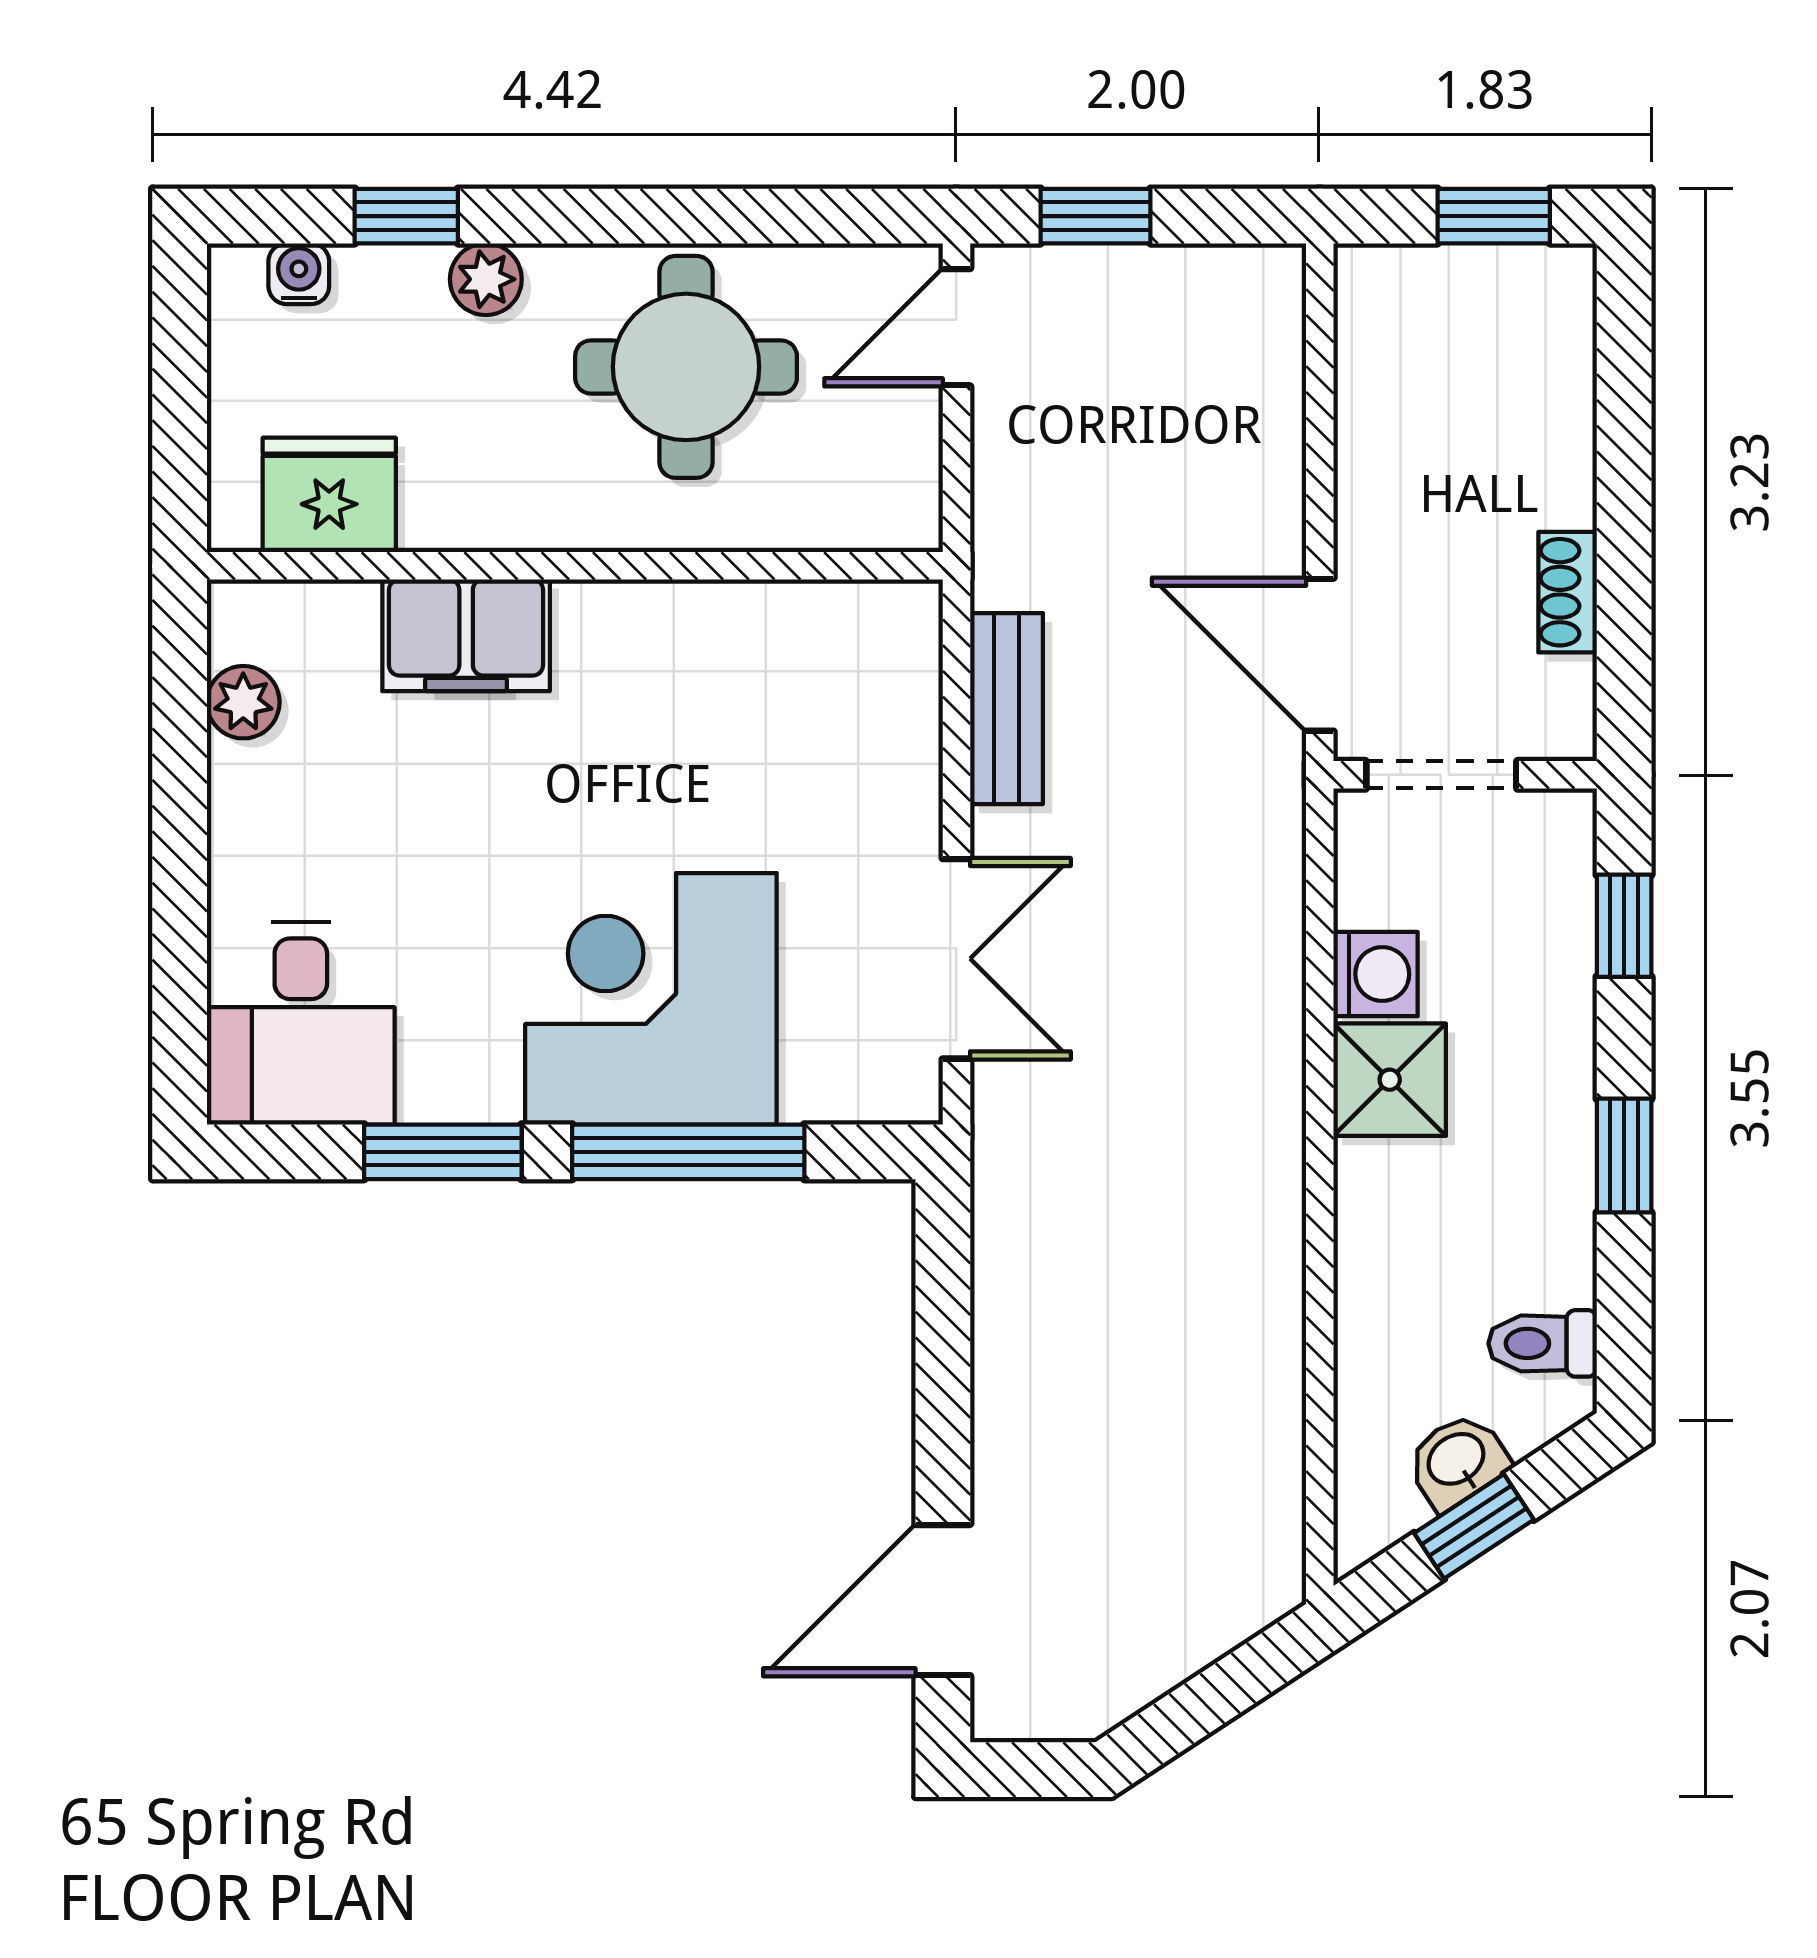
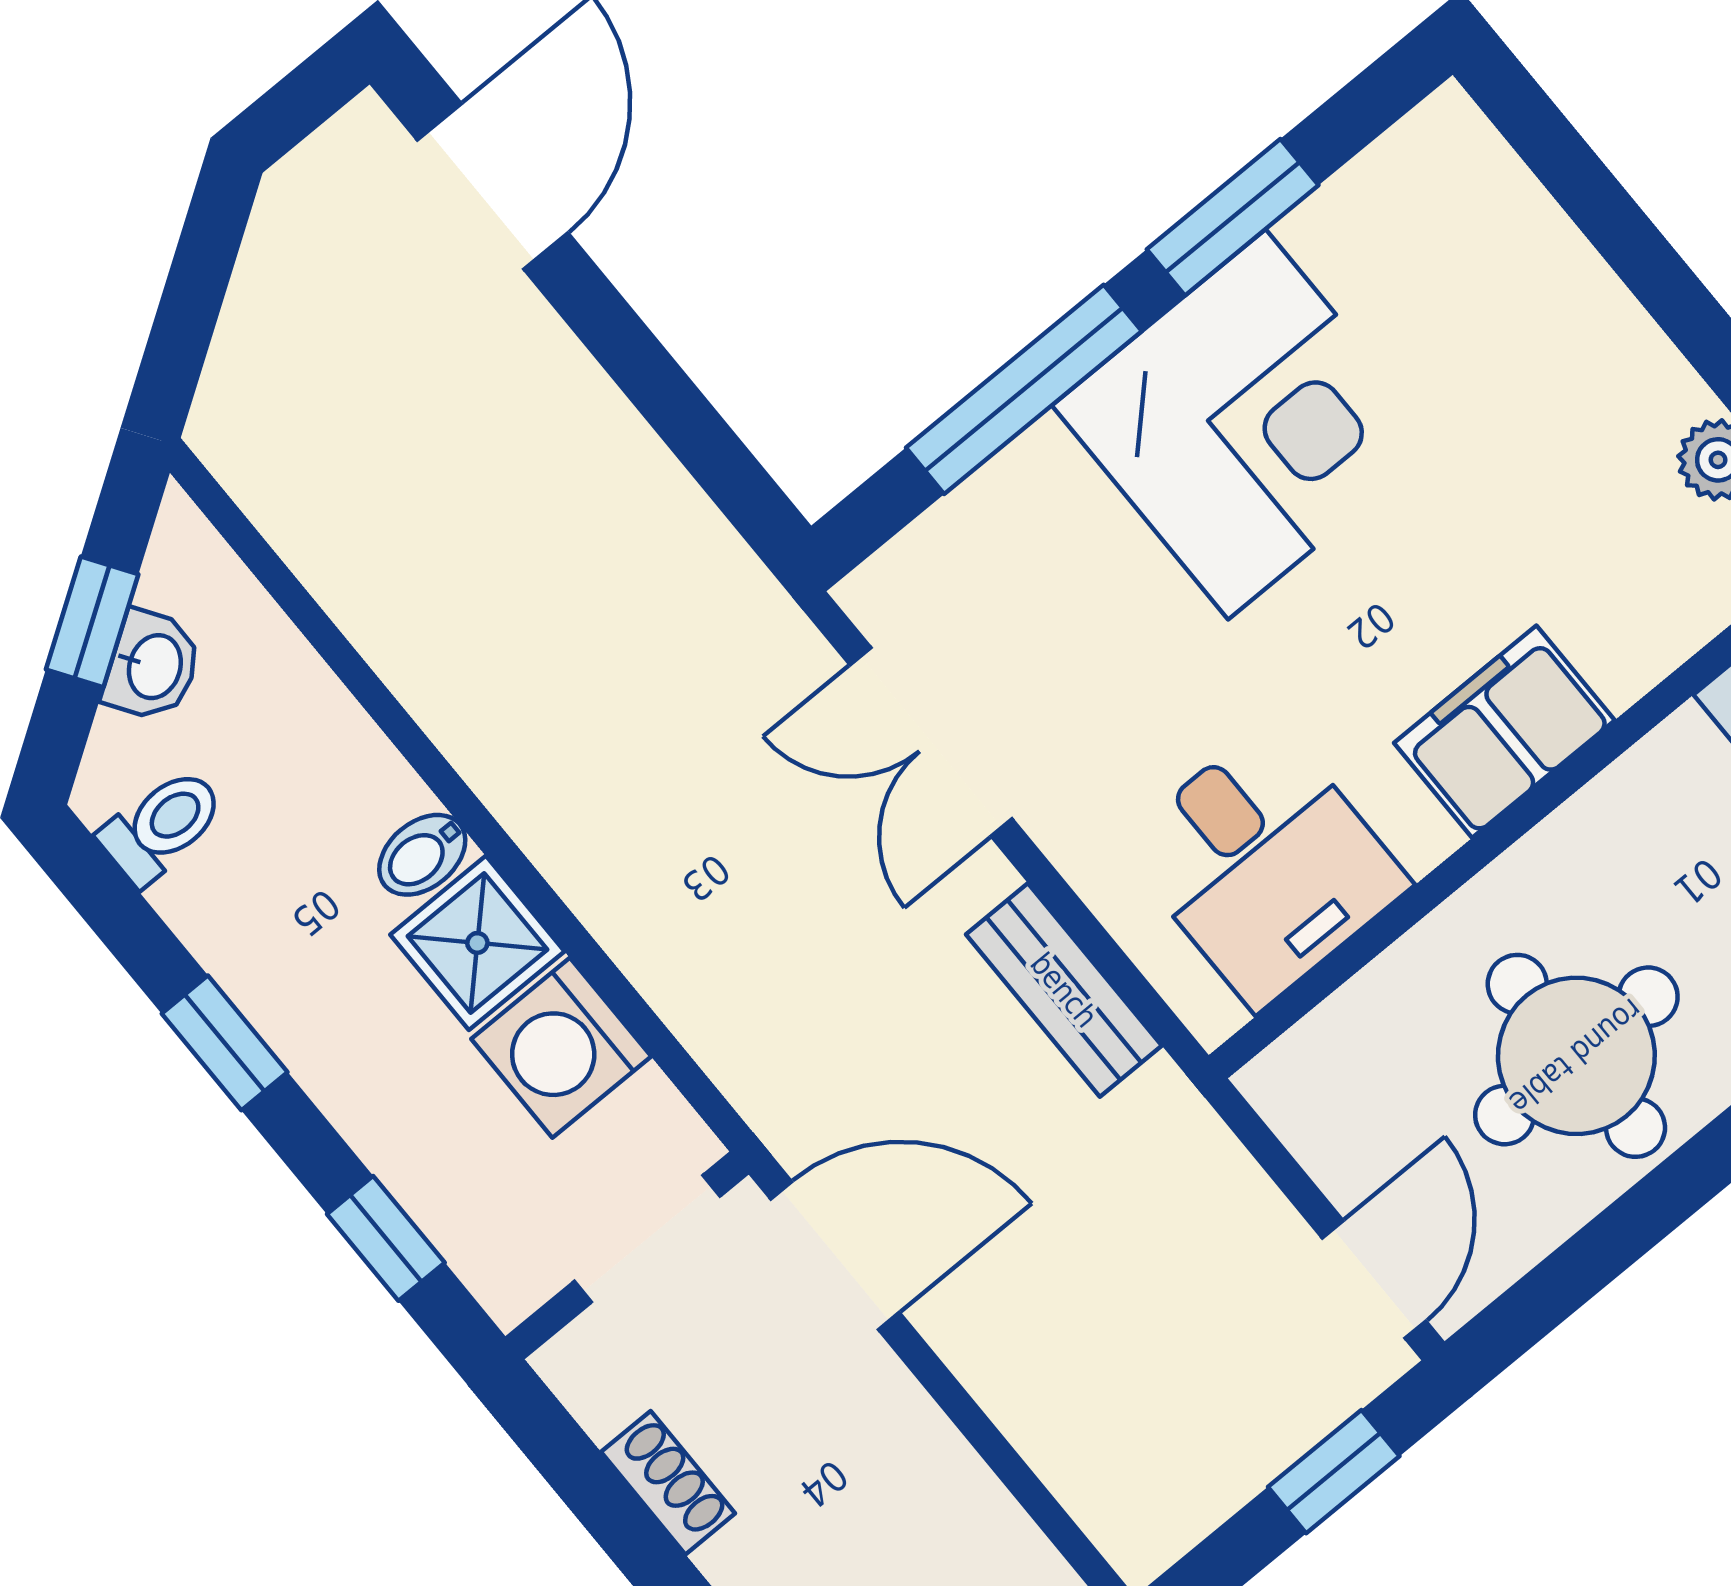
filing cabinet: (466, 635) -> (1504, 732), moved
washing machine: (1376, 974) -> (561, 1048), width x1.38, depth x1.38
corner desk: (651, 999) -> (1247, 424), moved
desk: (301, 1023) -> (1264, 865), moved, turned 180
bidet: (1377, 1173) -> (422, 855), added

